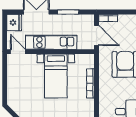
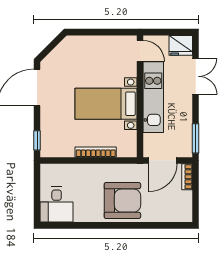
window: (68, 12) -> (196, 138), moved
door: (18, 52) -> (140, 51), hinge flipped

